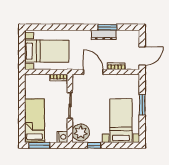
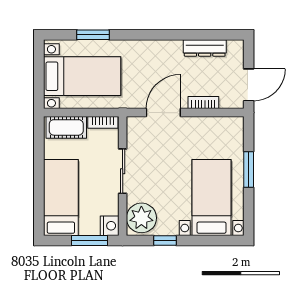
window: (107, 27) -> (93, 35), moved
dresser: (104, 35) -> (205, 48), moved
door: (93, 72) -> (163, 113), hinge flipped
cot: (38, 80) -> (66, 127), added
window: (39, 145) -> (90, 240), moved

